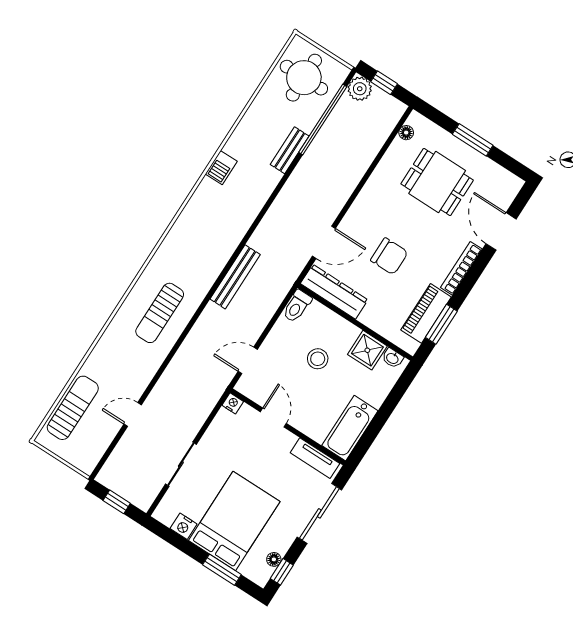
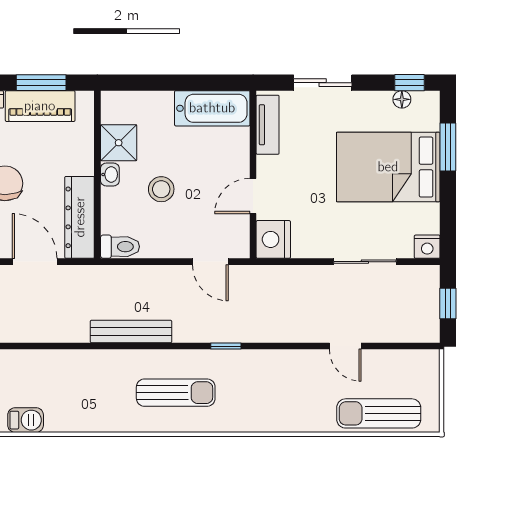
sun lounger: (160, 313) -> (176, 393), moved
window: (184, 334) -> (226, 346), added
washbasin: (393, 358) -> (110, 174), moved
nightstand: (233, 403) -> (273, 239), width x1.89, depth x1.79
sliding door: (319, 513) -> (323, 83), width x0.73
nightstand: (184, 526) -> (427, 247), moved, turned 90

